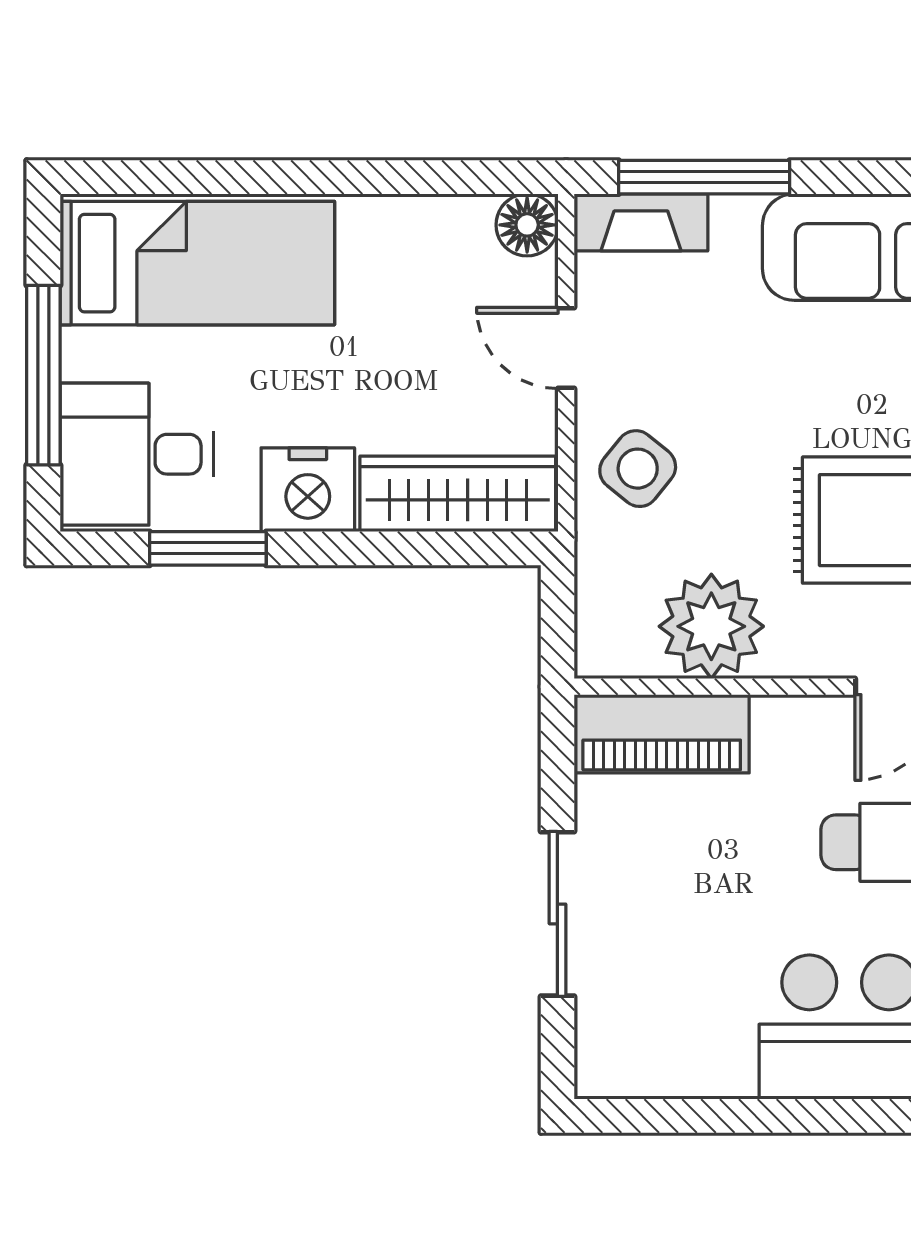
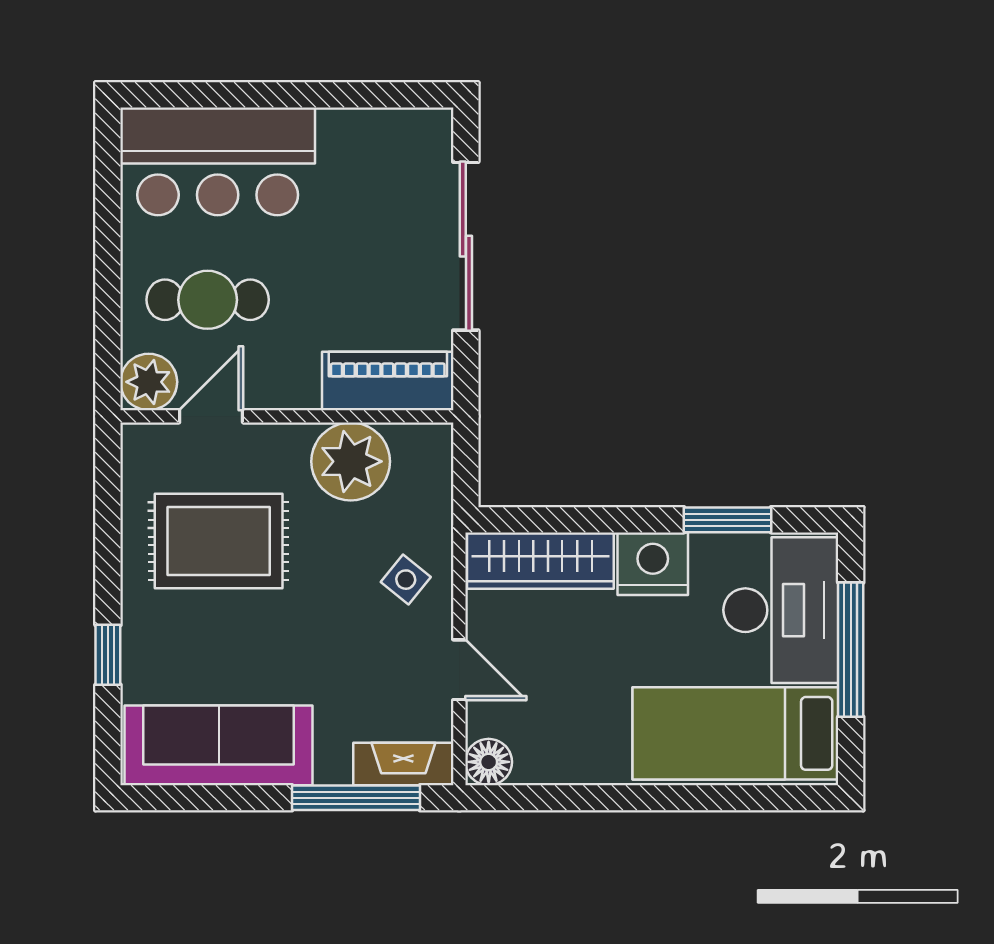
desk: (137, 454) -> (781, 610), width x1.37
side table: (638, 469) -> (406, 580), width x0.73, depth x0.73
sliding door: (557, 914) -> (466, 246), width x1.37

